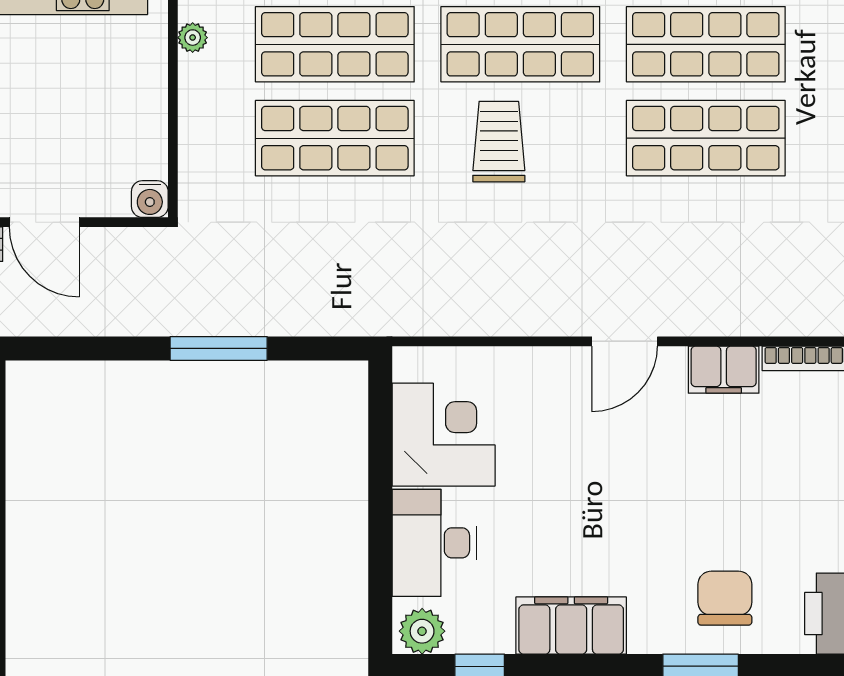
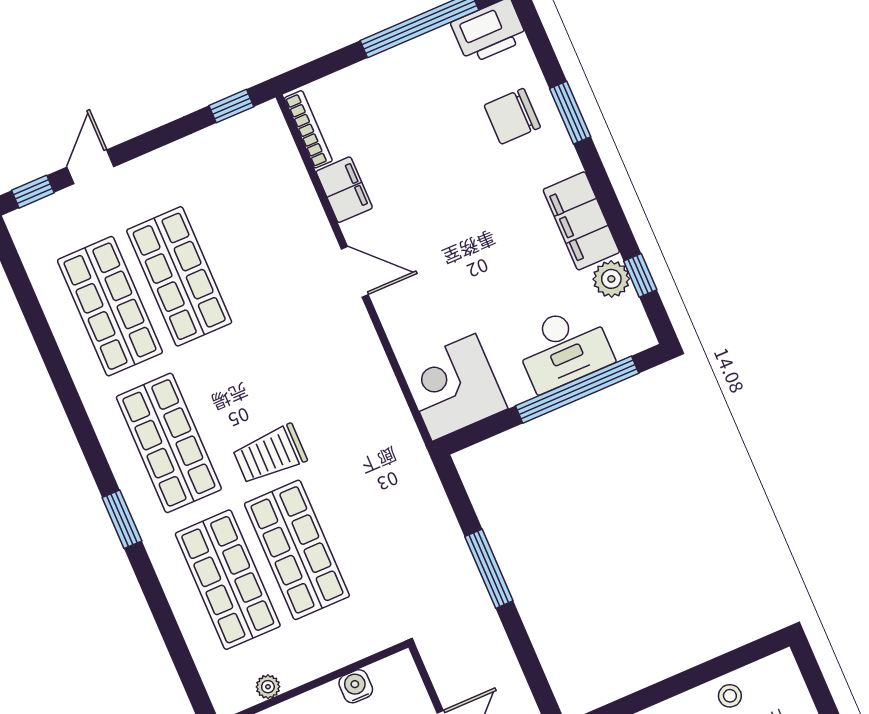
trolley: (499, 142) -> (270, 454), moved
water cooler: (150, 199) -> (356, 686), moved, turned -90
corner desk: (444, 435) -> (454, 387), moved
window: (380, 538) -> (577, 390), added
plant: (422, 631) -> (611, 279), moved

